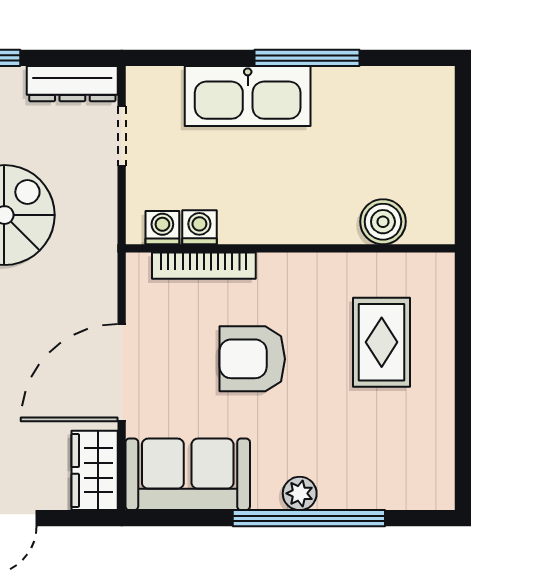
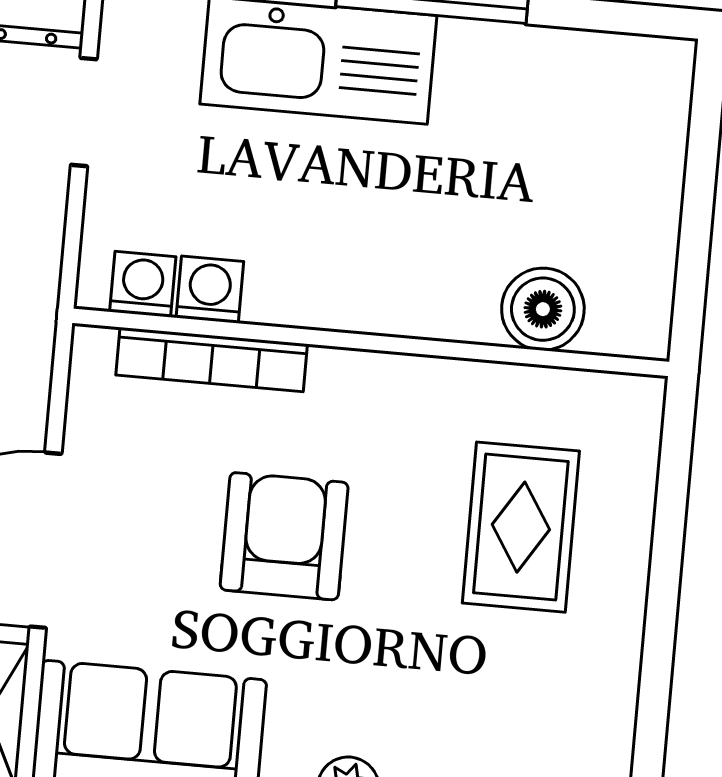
armchair: (252, 359) -> (284, 536), turned 90

